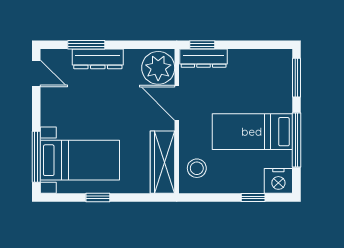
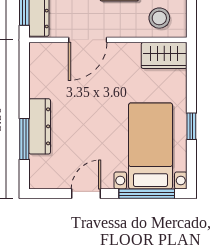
plant: (158, 68) -> (49, 60), removed
door: (36, 73) -> (86, 194), moved
wardrobe: (163, 162) -> (164, 55), width x0.67

